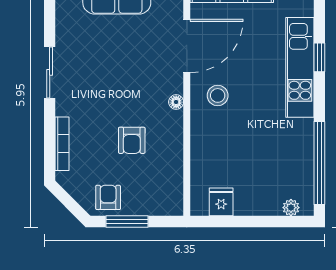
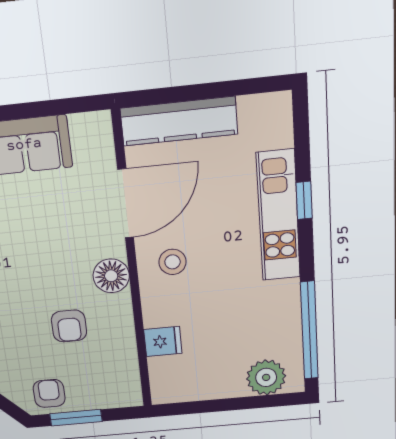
floor lamp: (176, 102) -> (111, 276), width x1.89, depth x1.89
fridge: (221, 202) -> (163, 341), moved, turned 90
plant: (291, 208) -> (266, 377), width x1.88, depth x1.88

